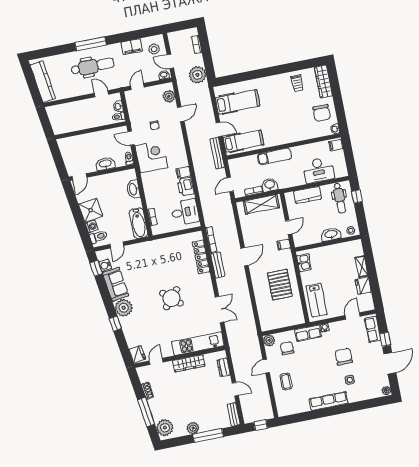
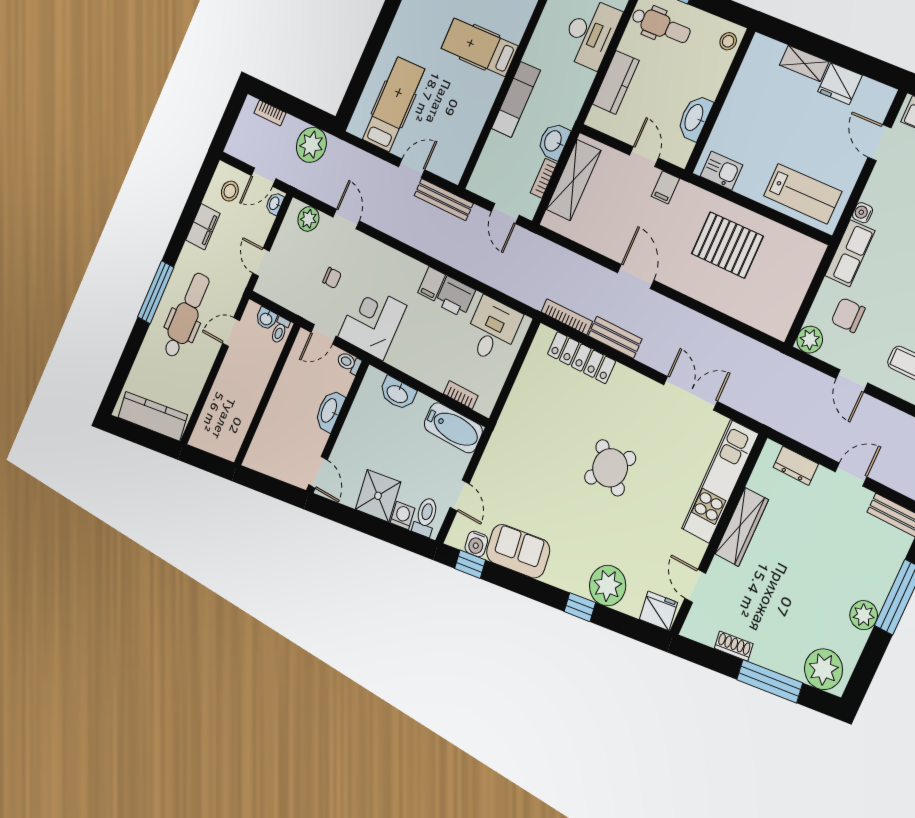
hospital bed: (243, 141) -> (479, 47), moved, turned -90
washbasin: (331, 234) -> (694, 118), moved
plant: (124, 308) -> (608, 586), moved

